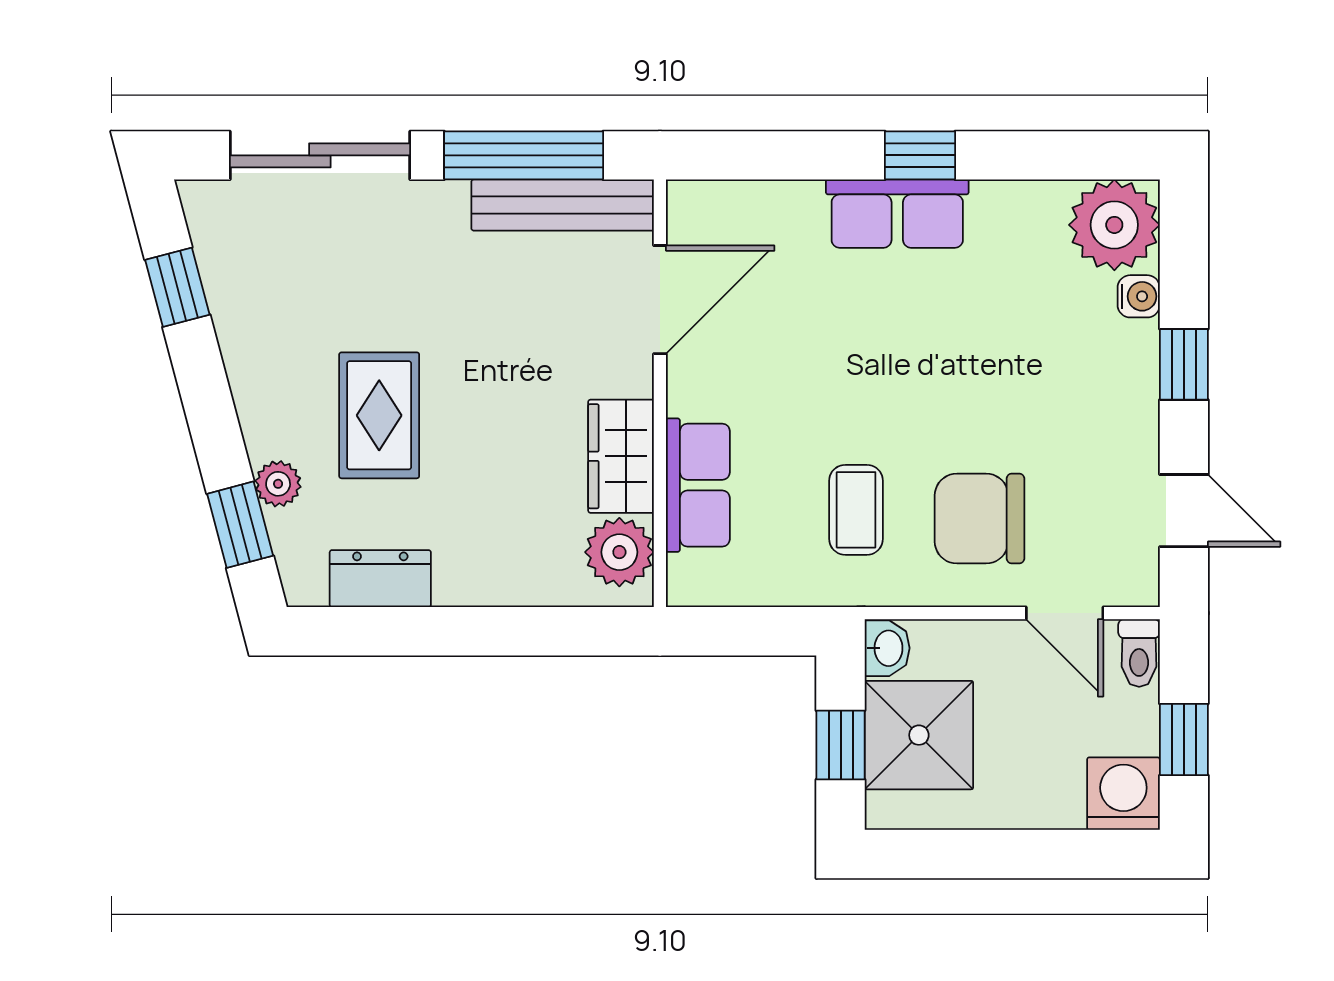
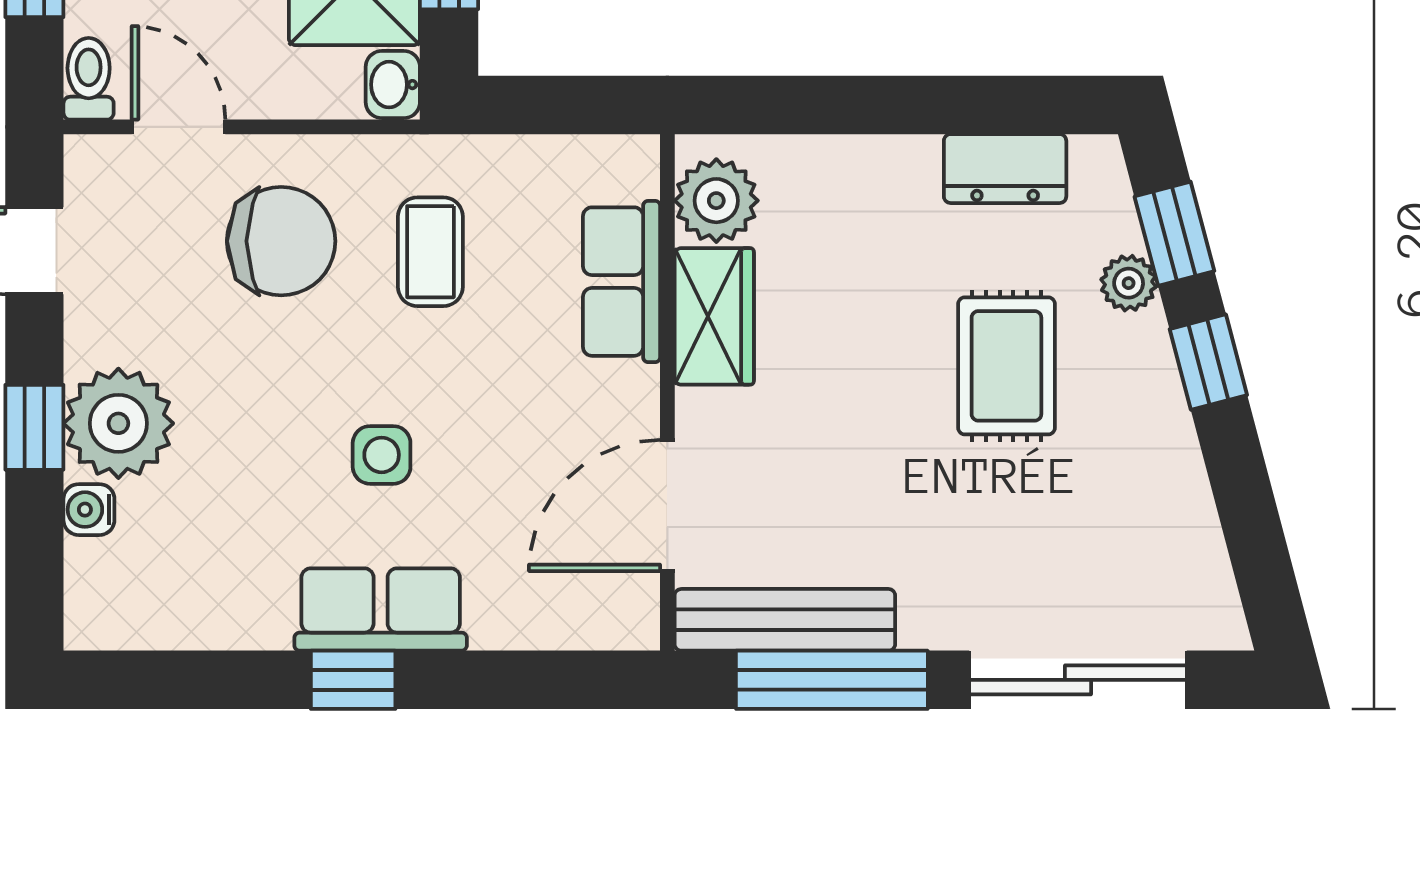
plant: (1114, 225) -> (118, 423), moved
window: (177, 287) -> (1208, 362), moved
side table: (896, 342) -> (382, 455), added

